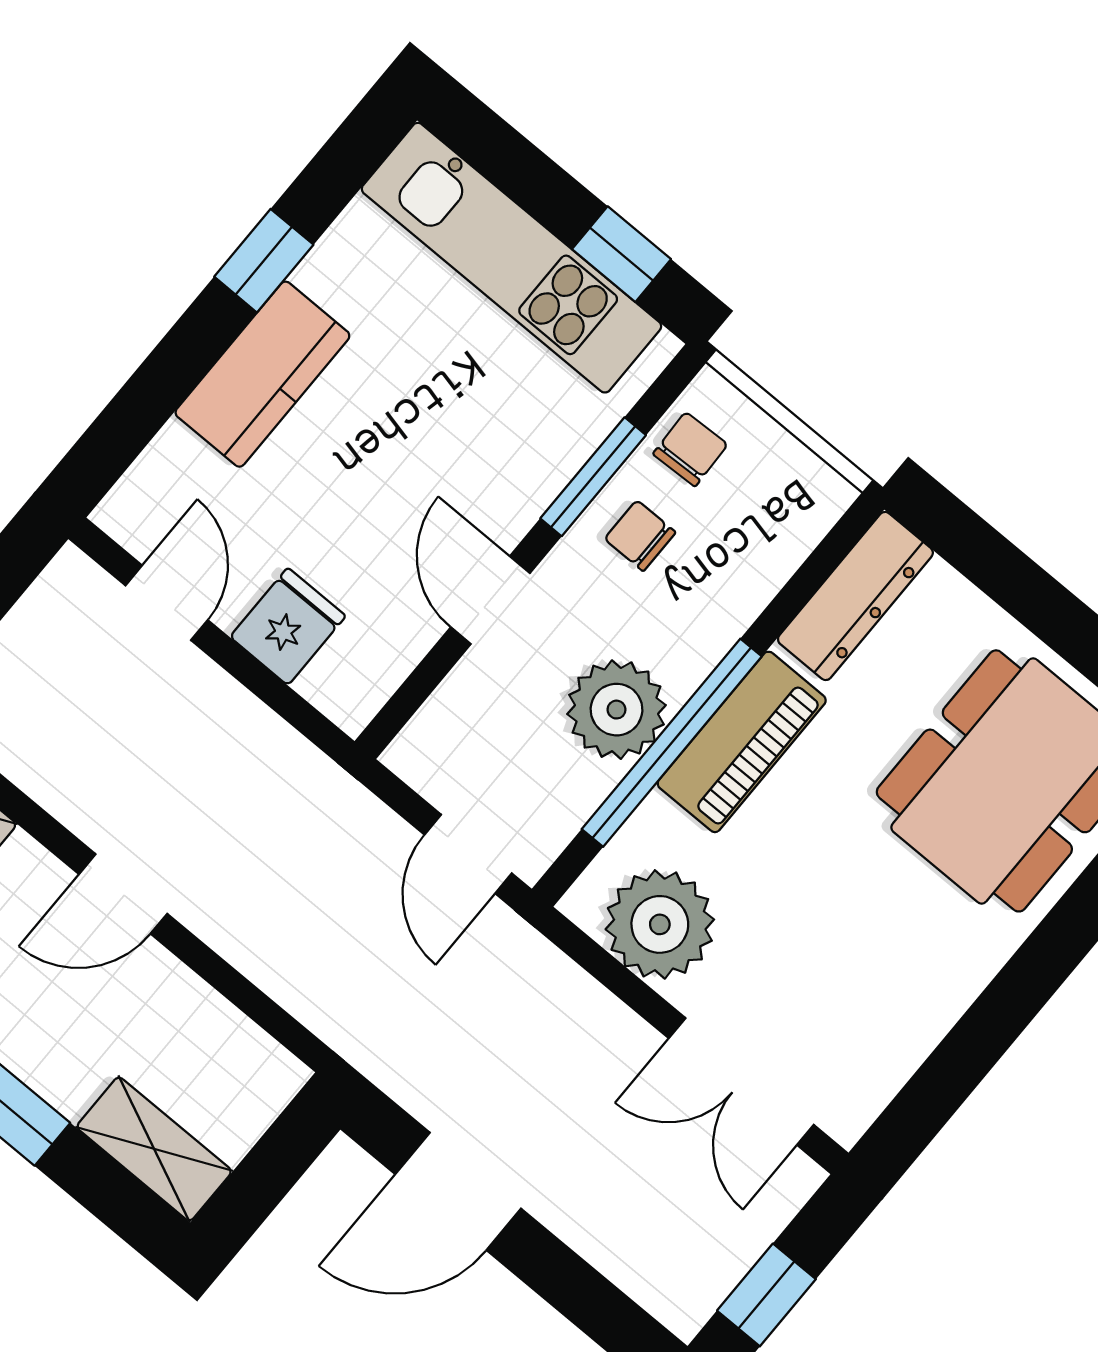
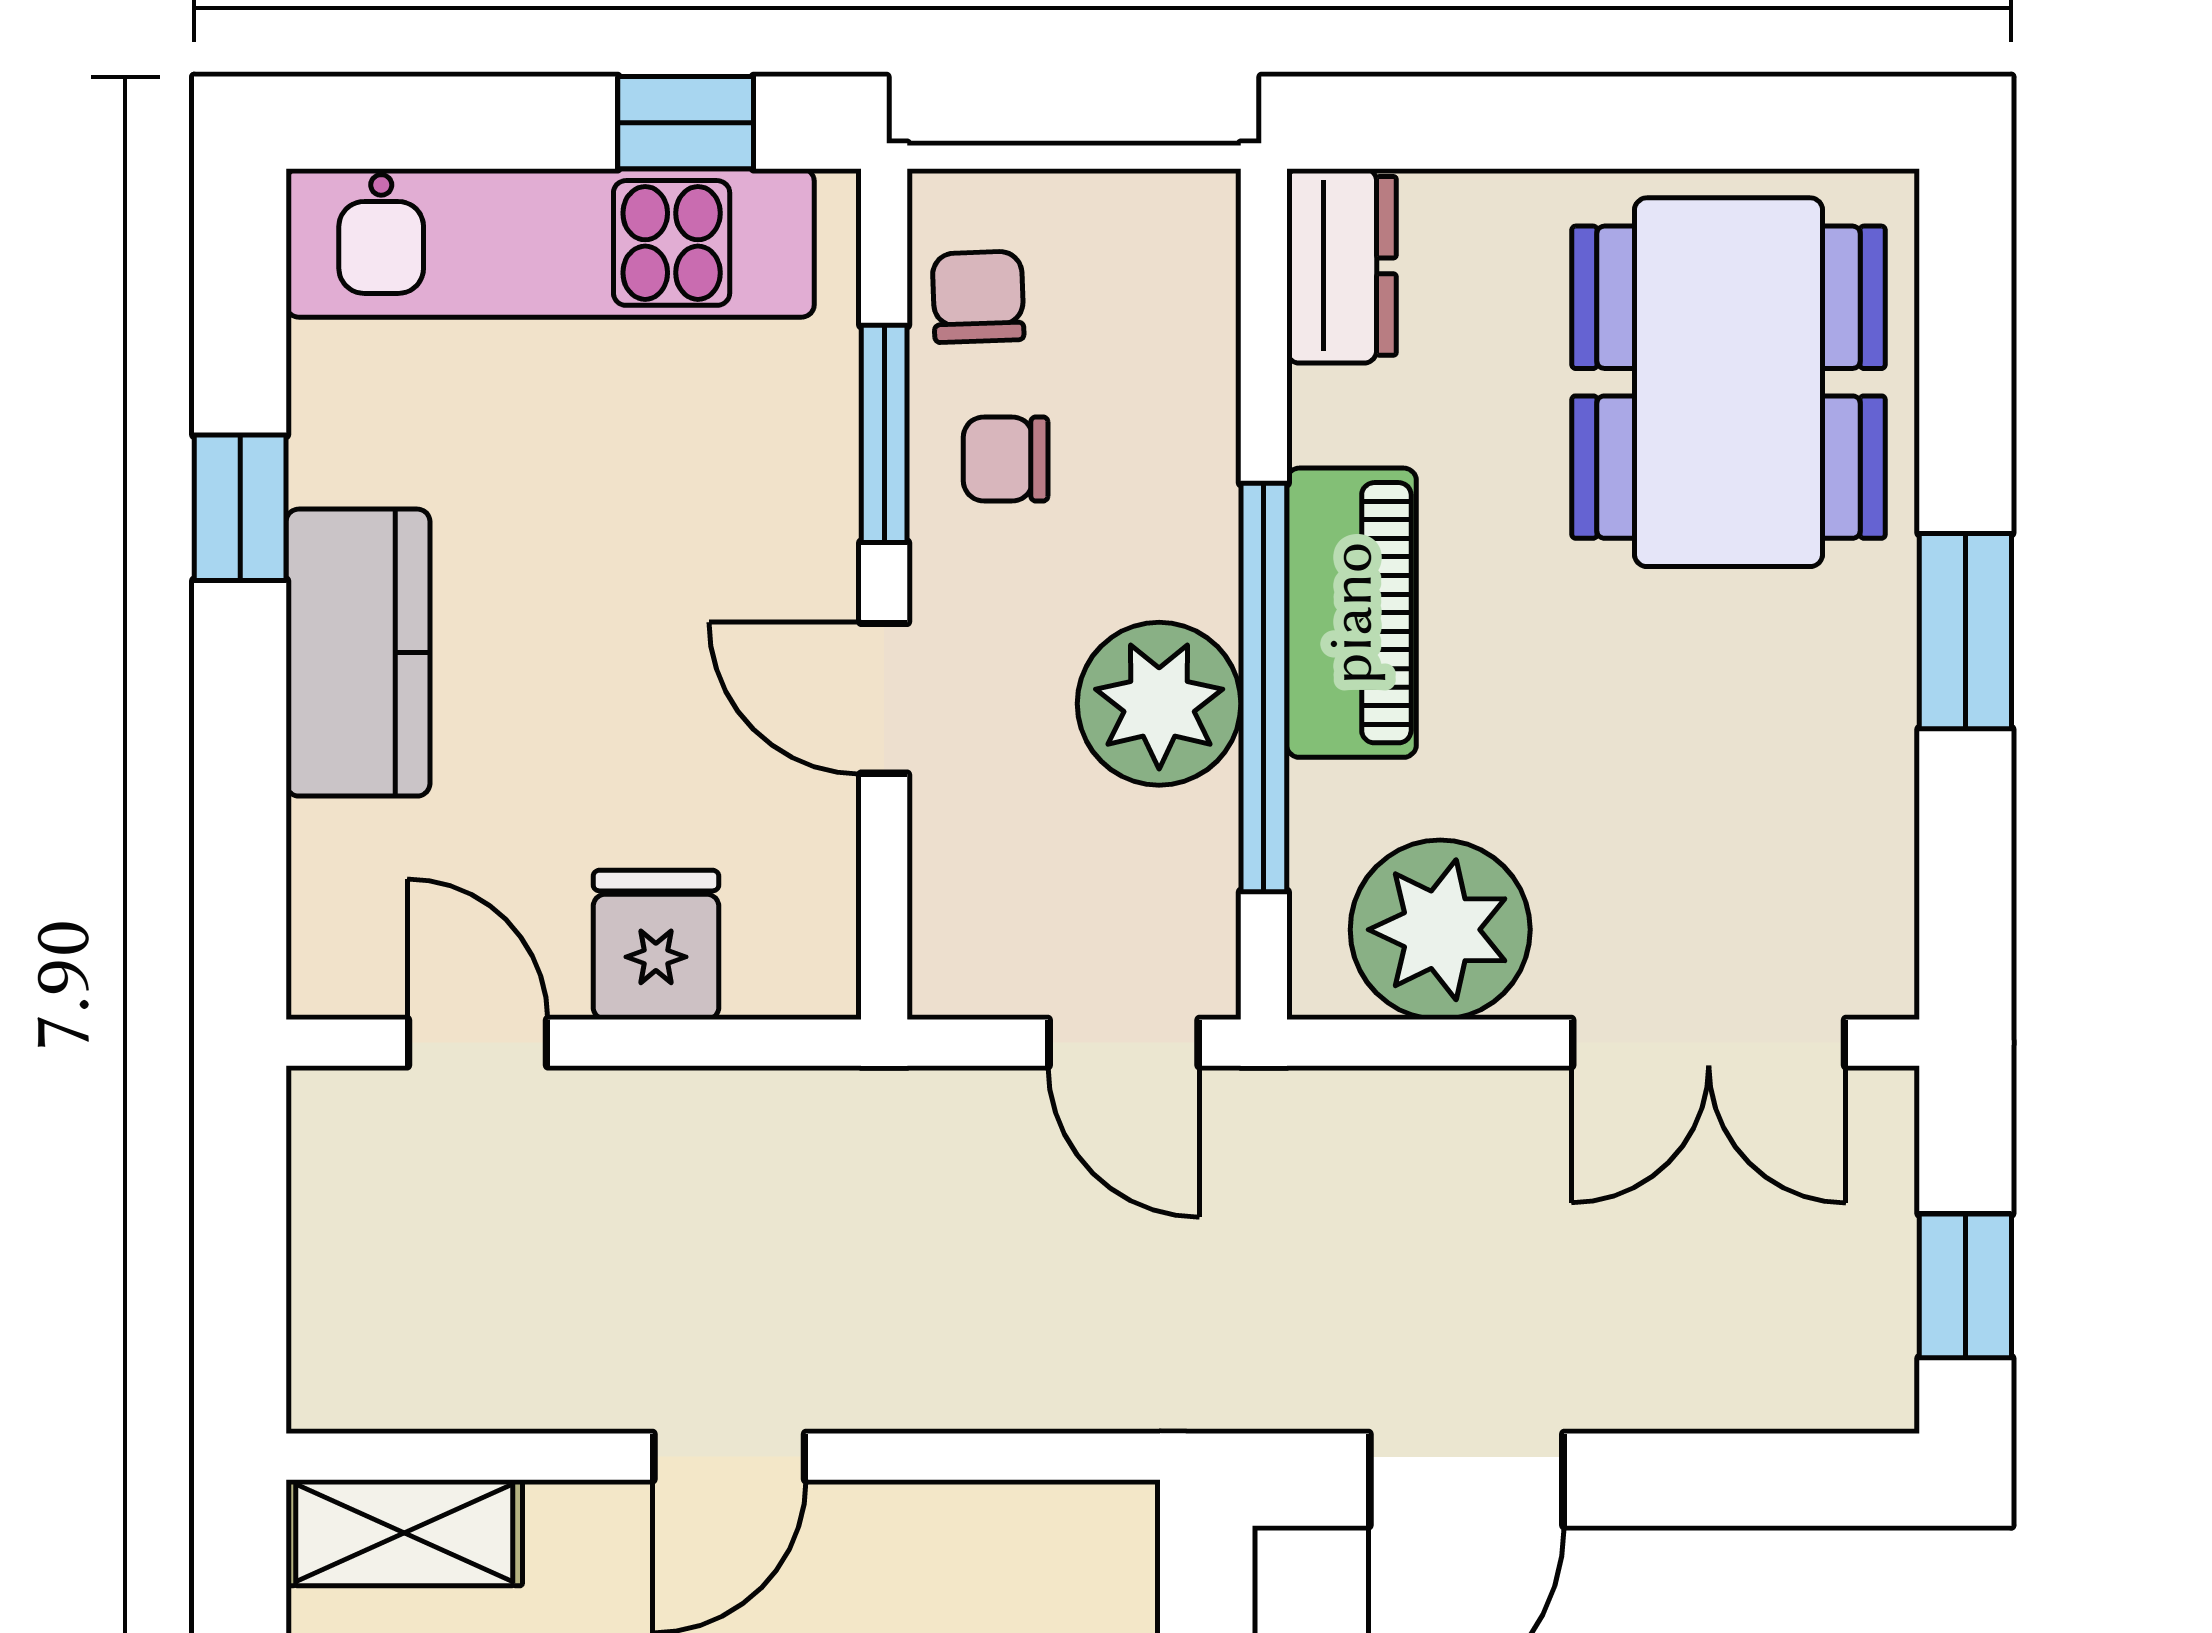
dresser: (855, 596) -> (1341, 266), width x0.70
window: (1021, 989) -> (1965, 631), added

